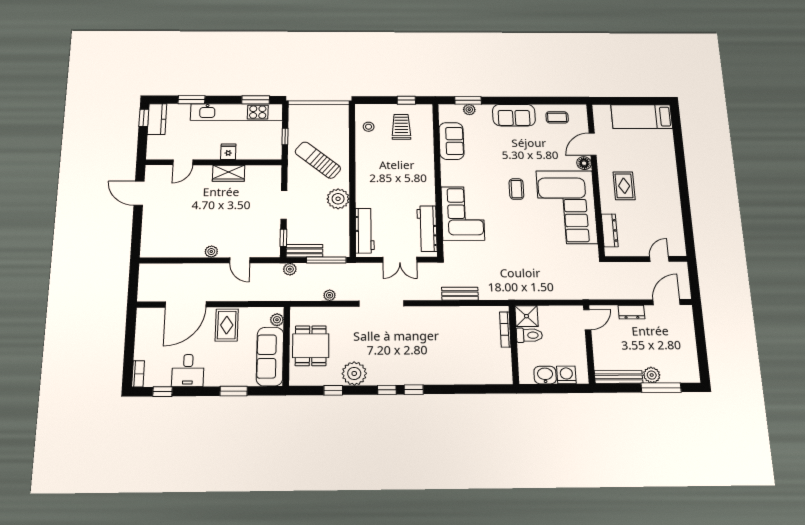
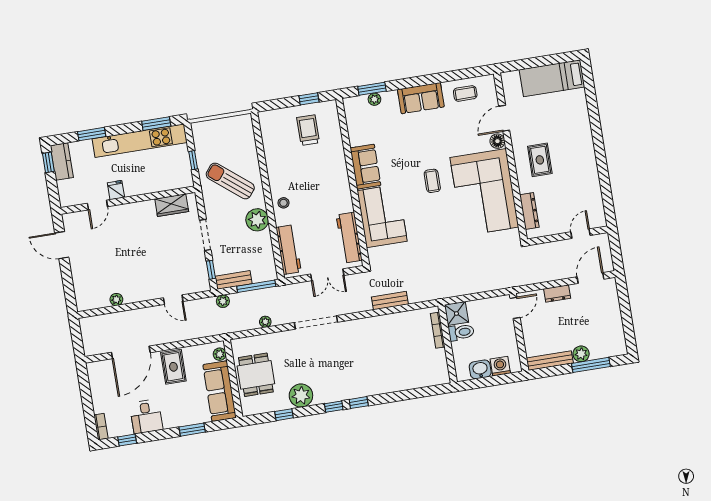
stool: (369, 127) -> (284, 203), moved
sofa: (451, 141) -> (365, 167), moved
fridge: (228, 152) -> (116, 190), moved
wardrobe: (229, 173) -> (172, 205), moved
plant: (211, 252) -> (116, 299), moved

